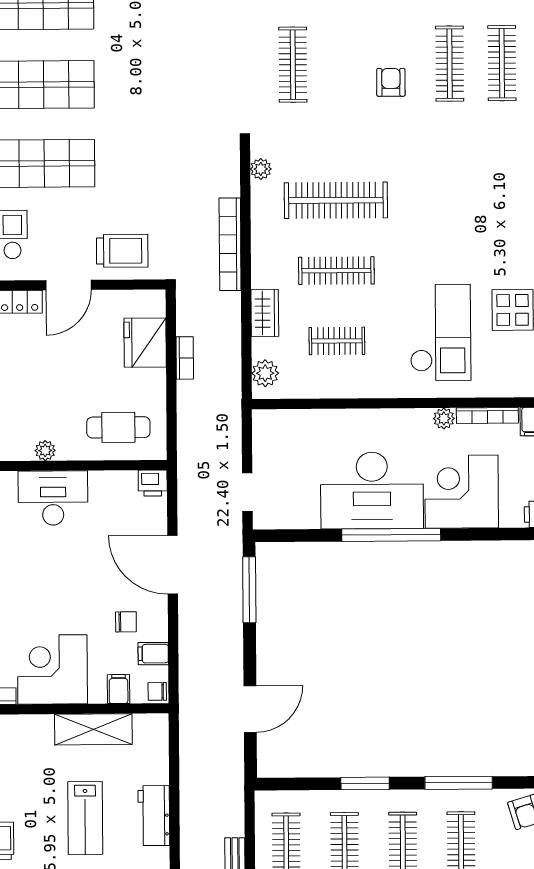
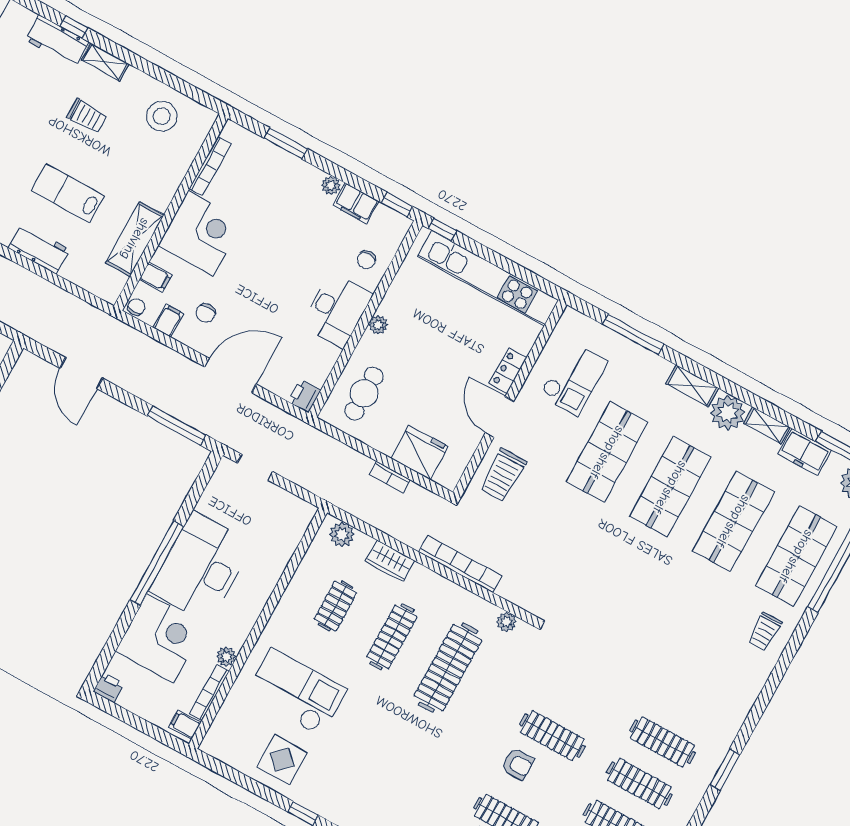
clothes rail: (293, 65) -> (552, 736), moved
checkout: (440, 333) -> (296, 692), turned 180

